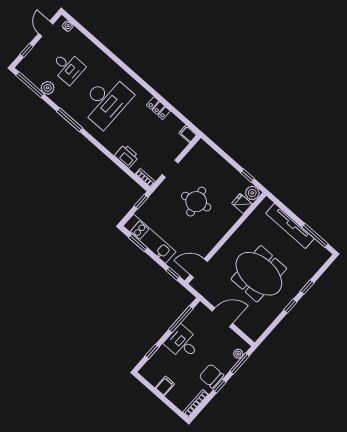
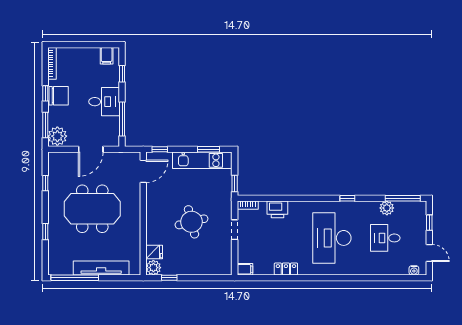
window: (70, 120) -> (347, 198), width x0.46
window: (315, 235) -> (75, 278), width x1.46
window: (290, 306) -> (45, 183), moved
plant: (238, 354) -> (57, 136), width x1.88, depth x1.88
filing cabinet: (165, 386) -> (107, 56), moved

